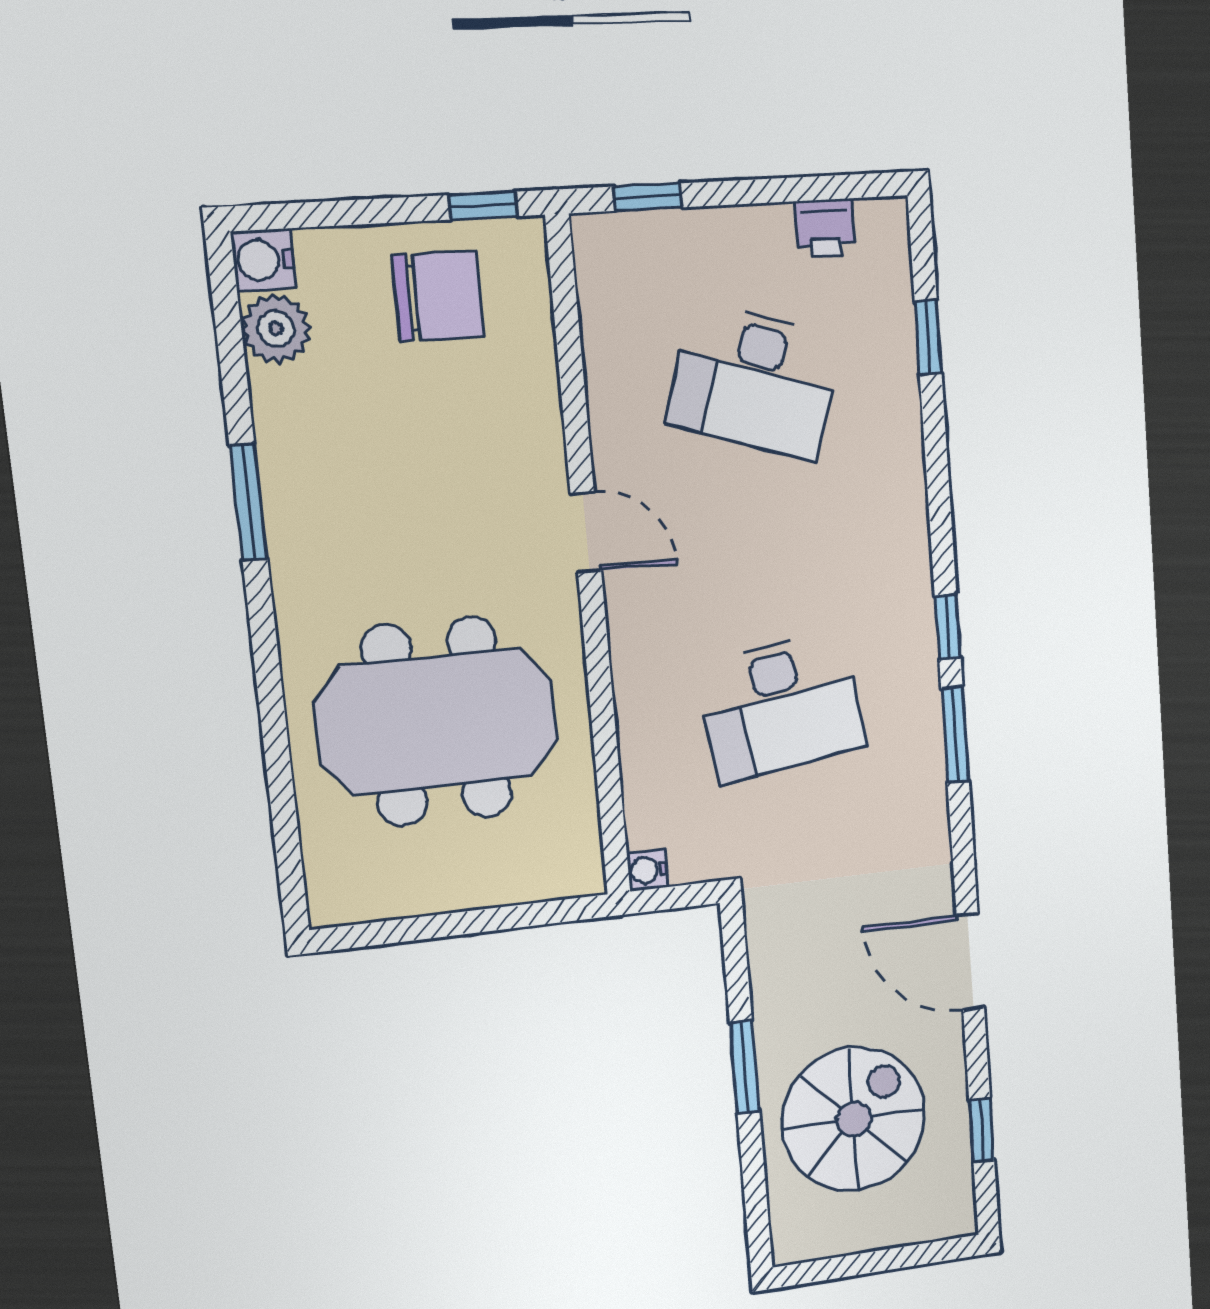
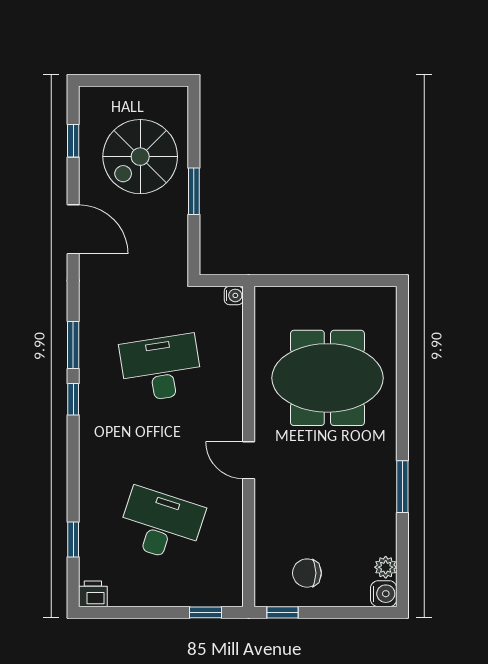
printer: (825, 228) -> (93, 594), moved
chair: (438, 296) -> (307, 573), width x0.73, depth x0.73
plant: (276, 329) -> (386, 567), width x0.73, depth x0.73

